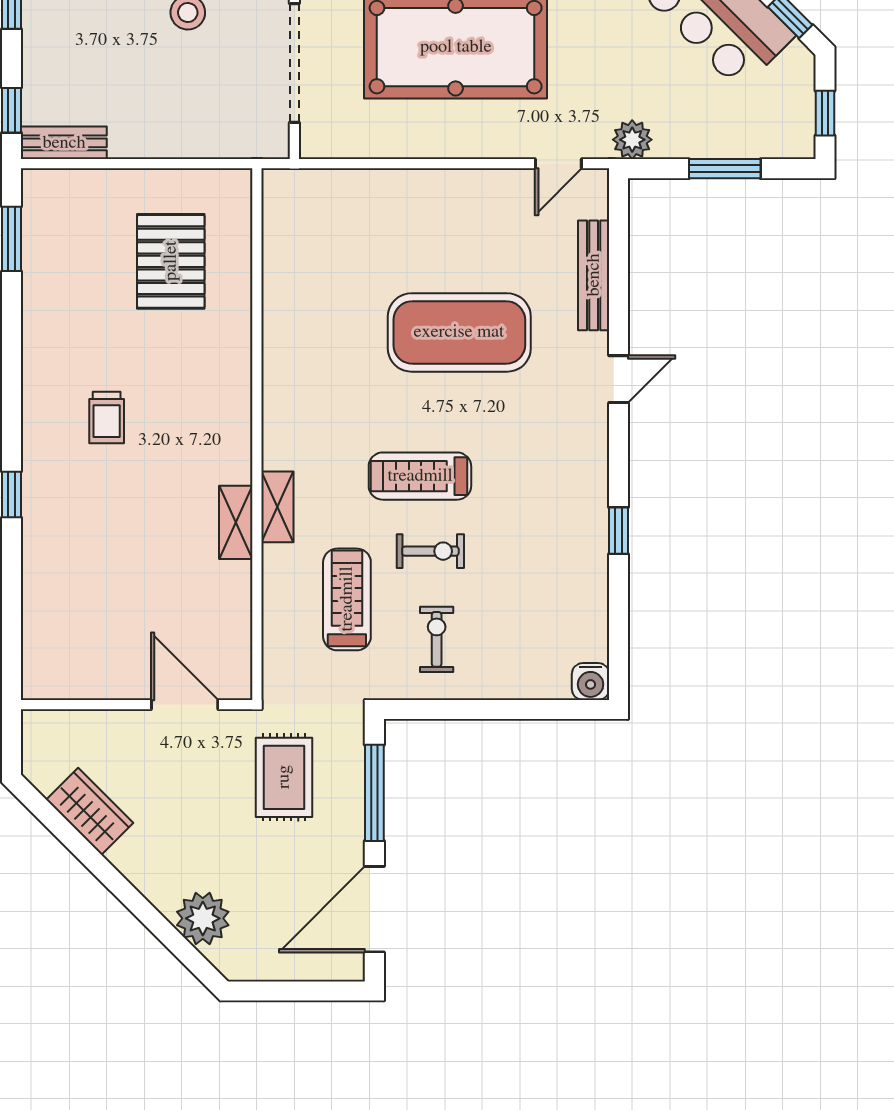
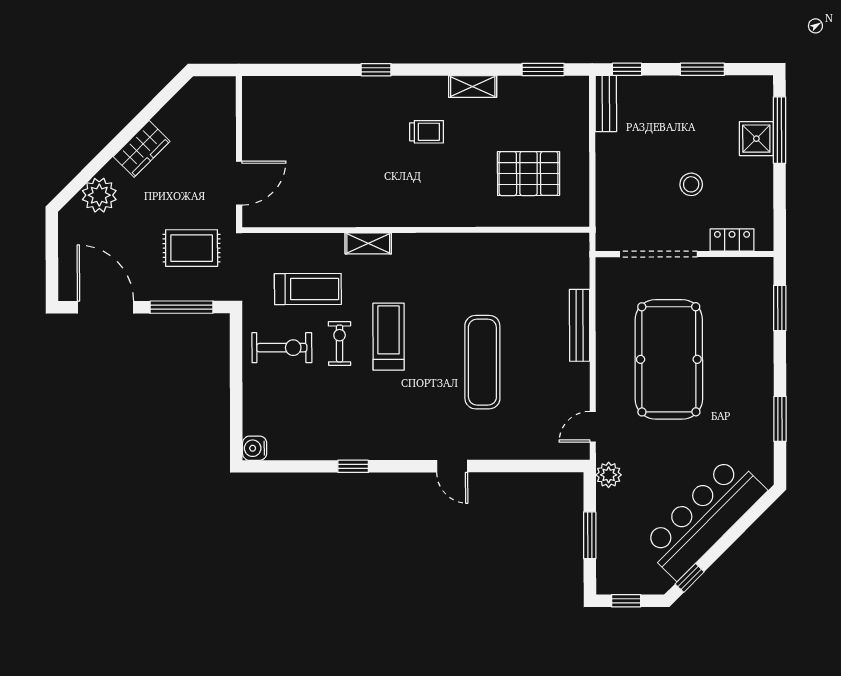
door: (558, 164) -> (593, 427), hinge flipped
bench: (594, 275) -> (580, 325), moved, turned 90
exercise mat: (459, 332) -> (482, 362), width x0.68
trolley: (107, 417) -> (426, 132), turned 180
shelving: (236, 522) -> (473, 87), moved
exercise bike: (430, 551) -> (340, 343), turned 180
exercise bike: (437, 639) -> (282, 348), width x1.38, depth x1.39
wardrobe: (90, 811) -> (142, 149), moved

